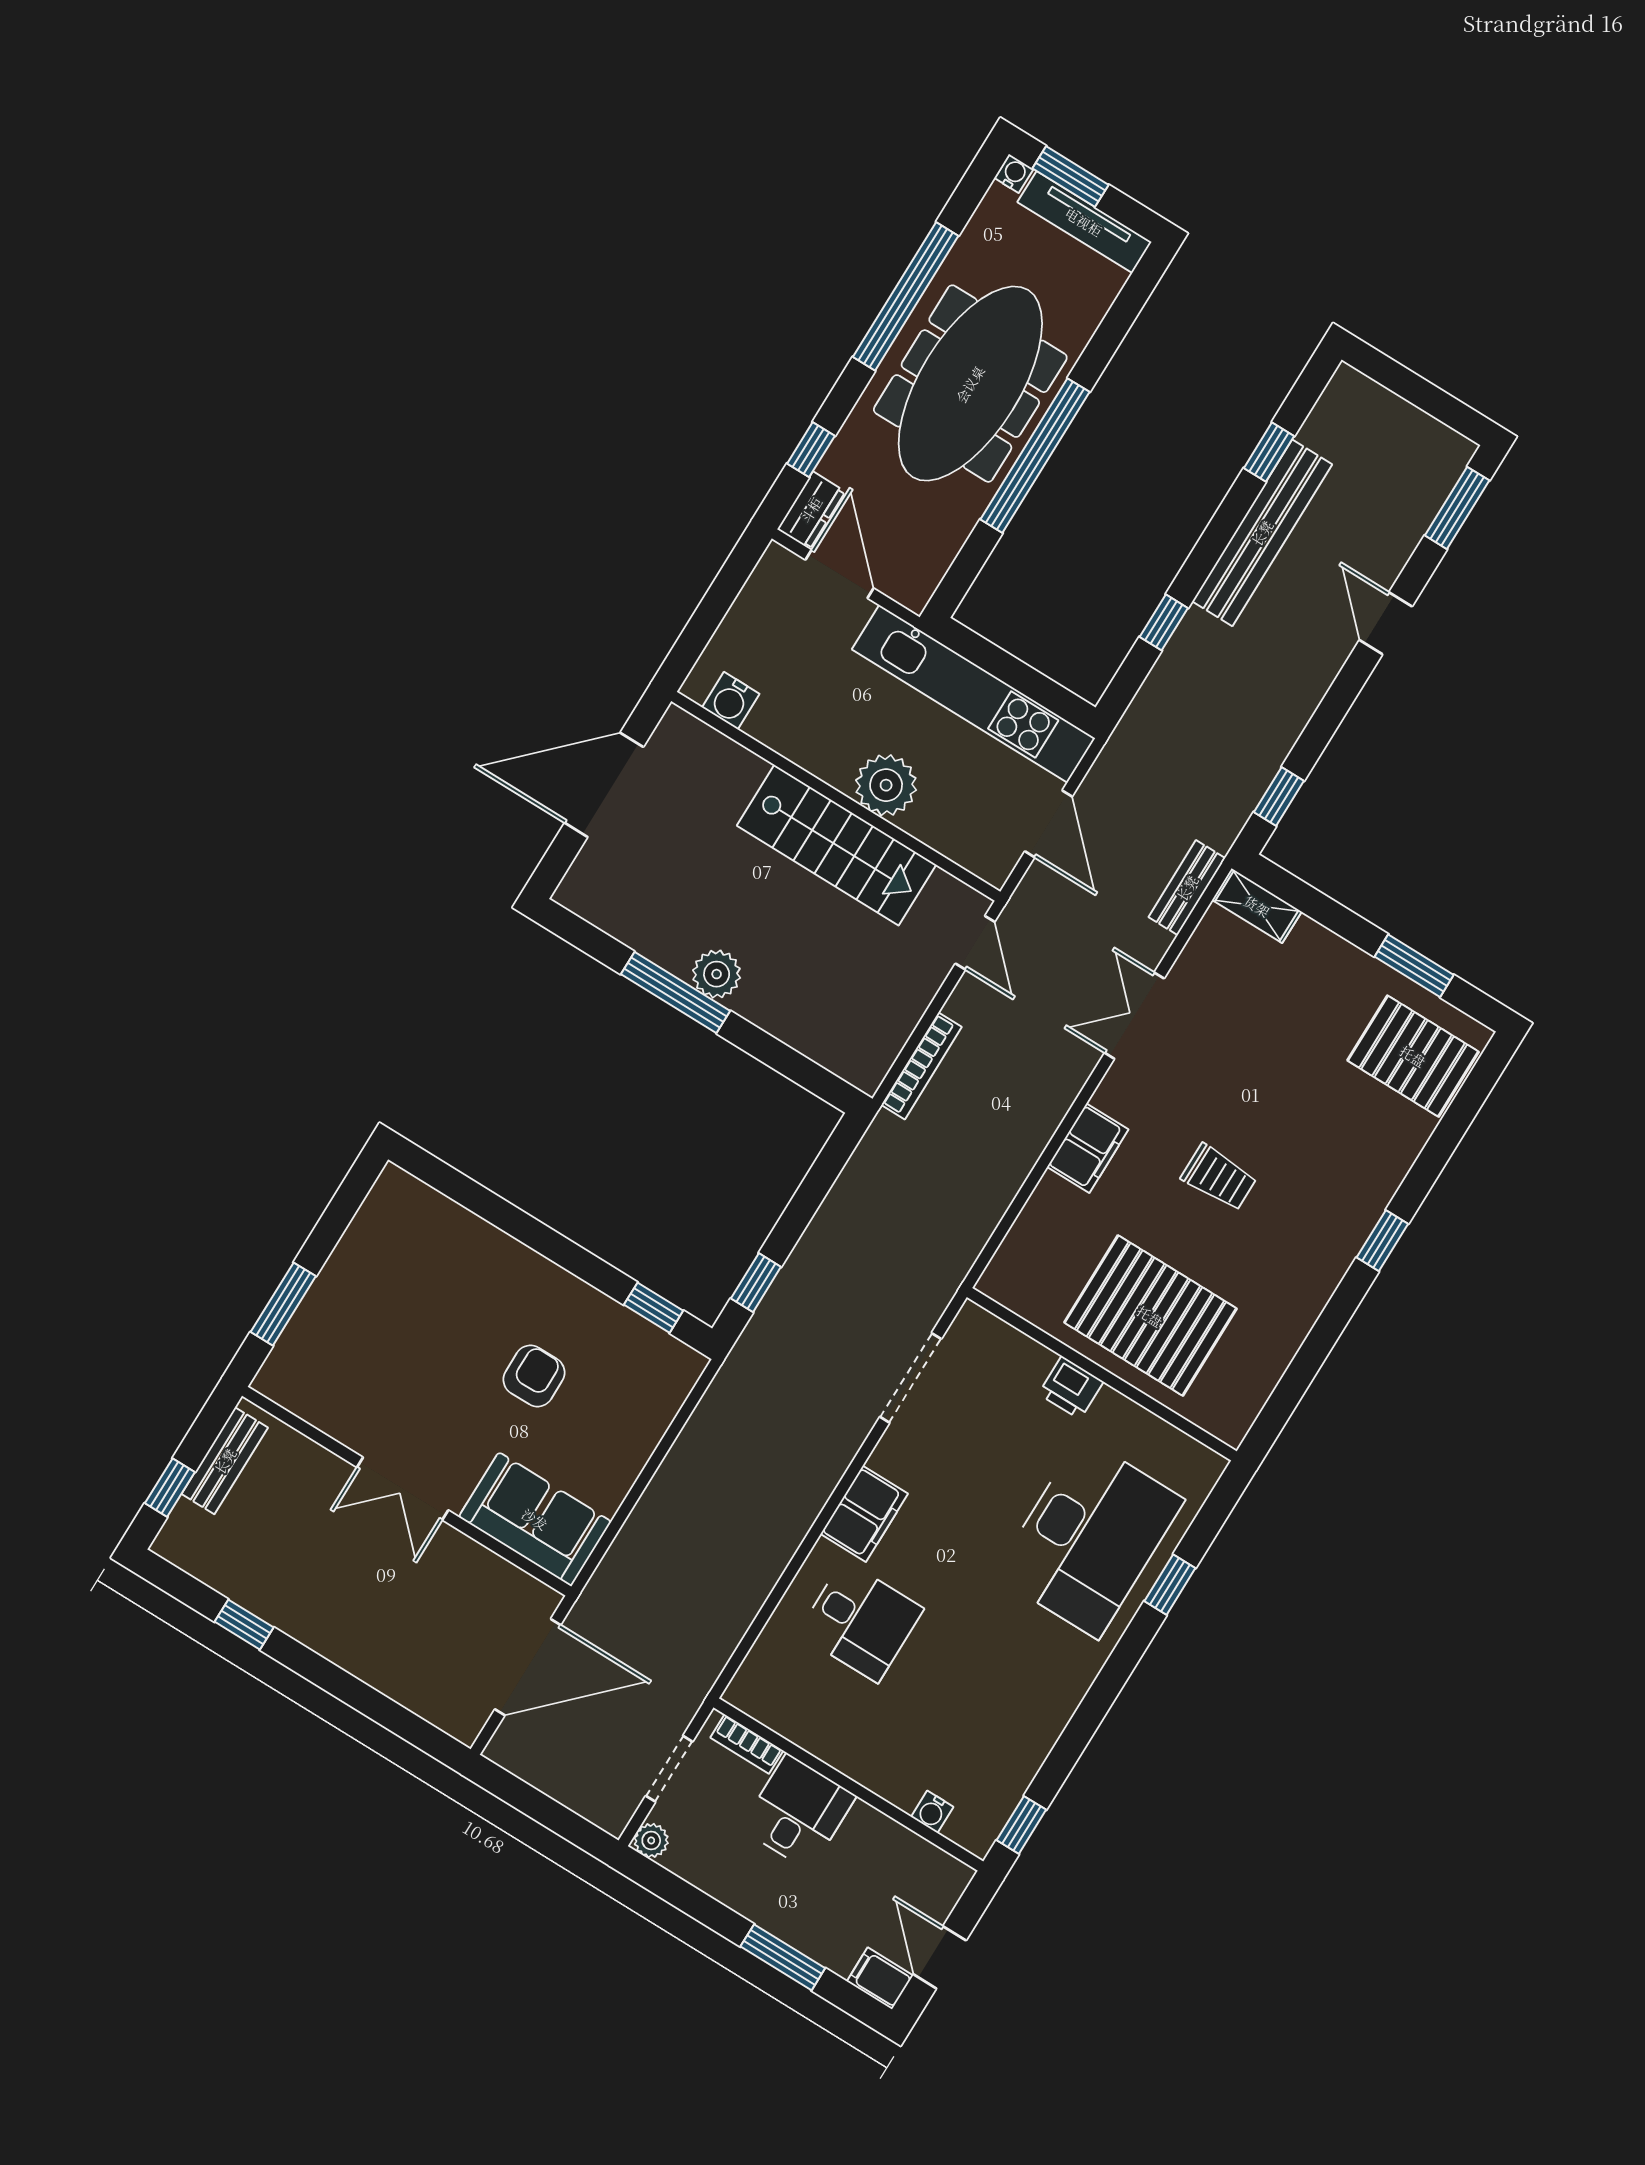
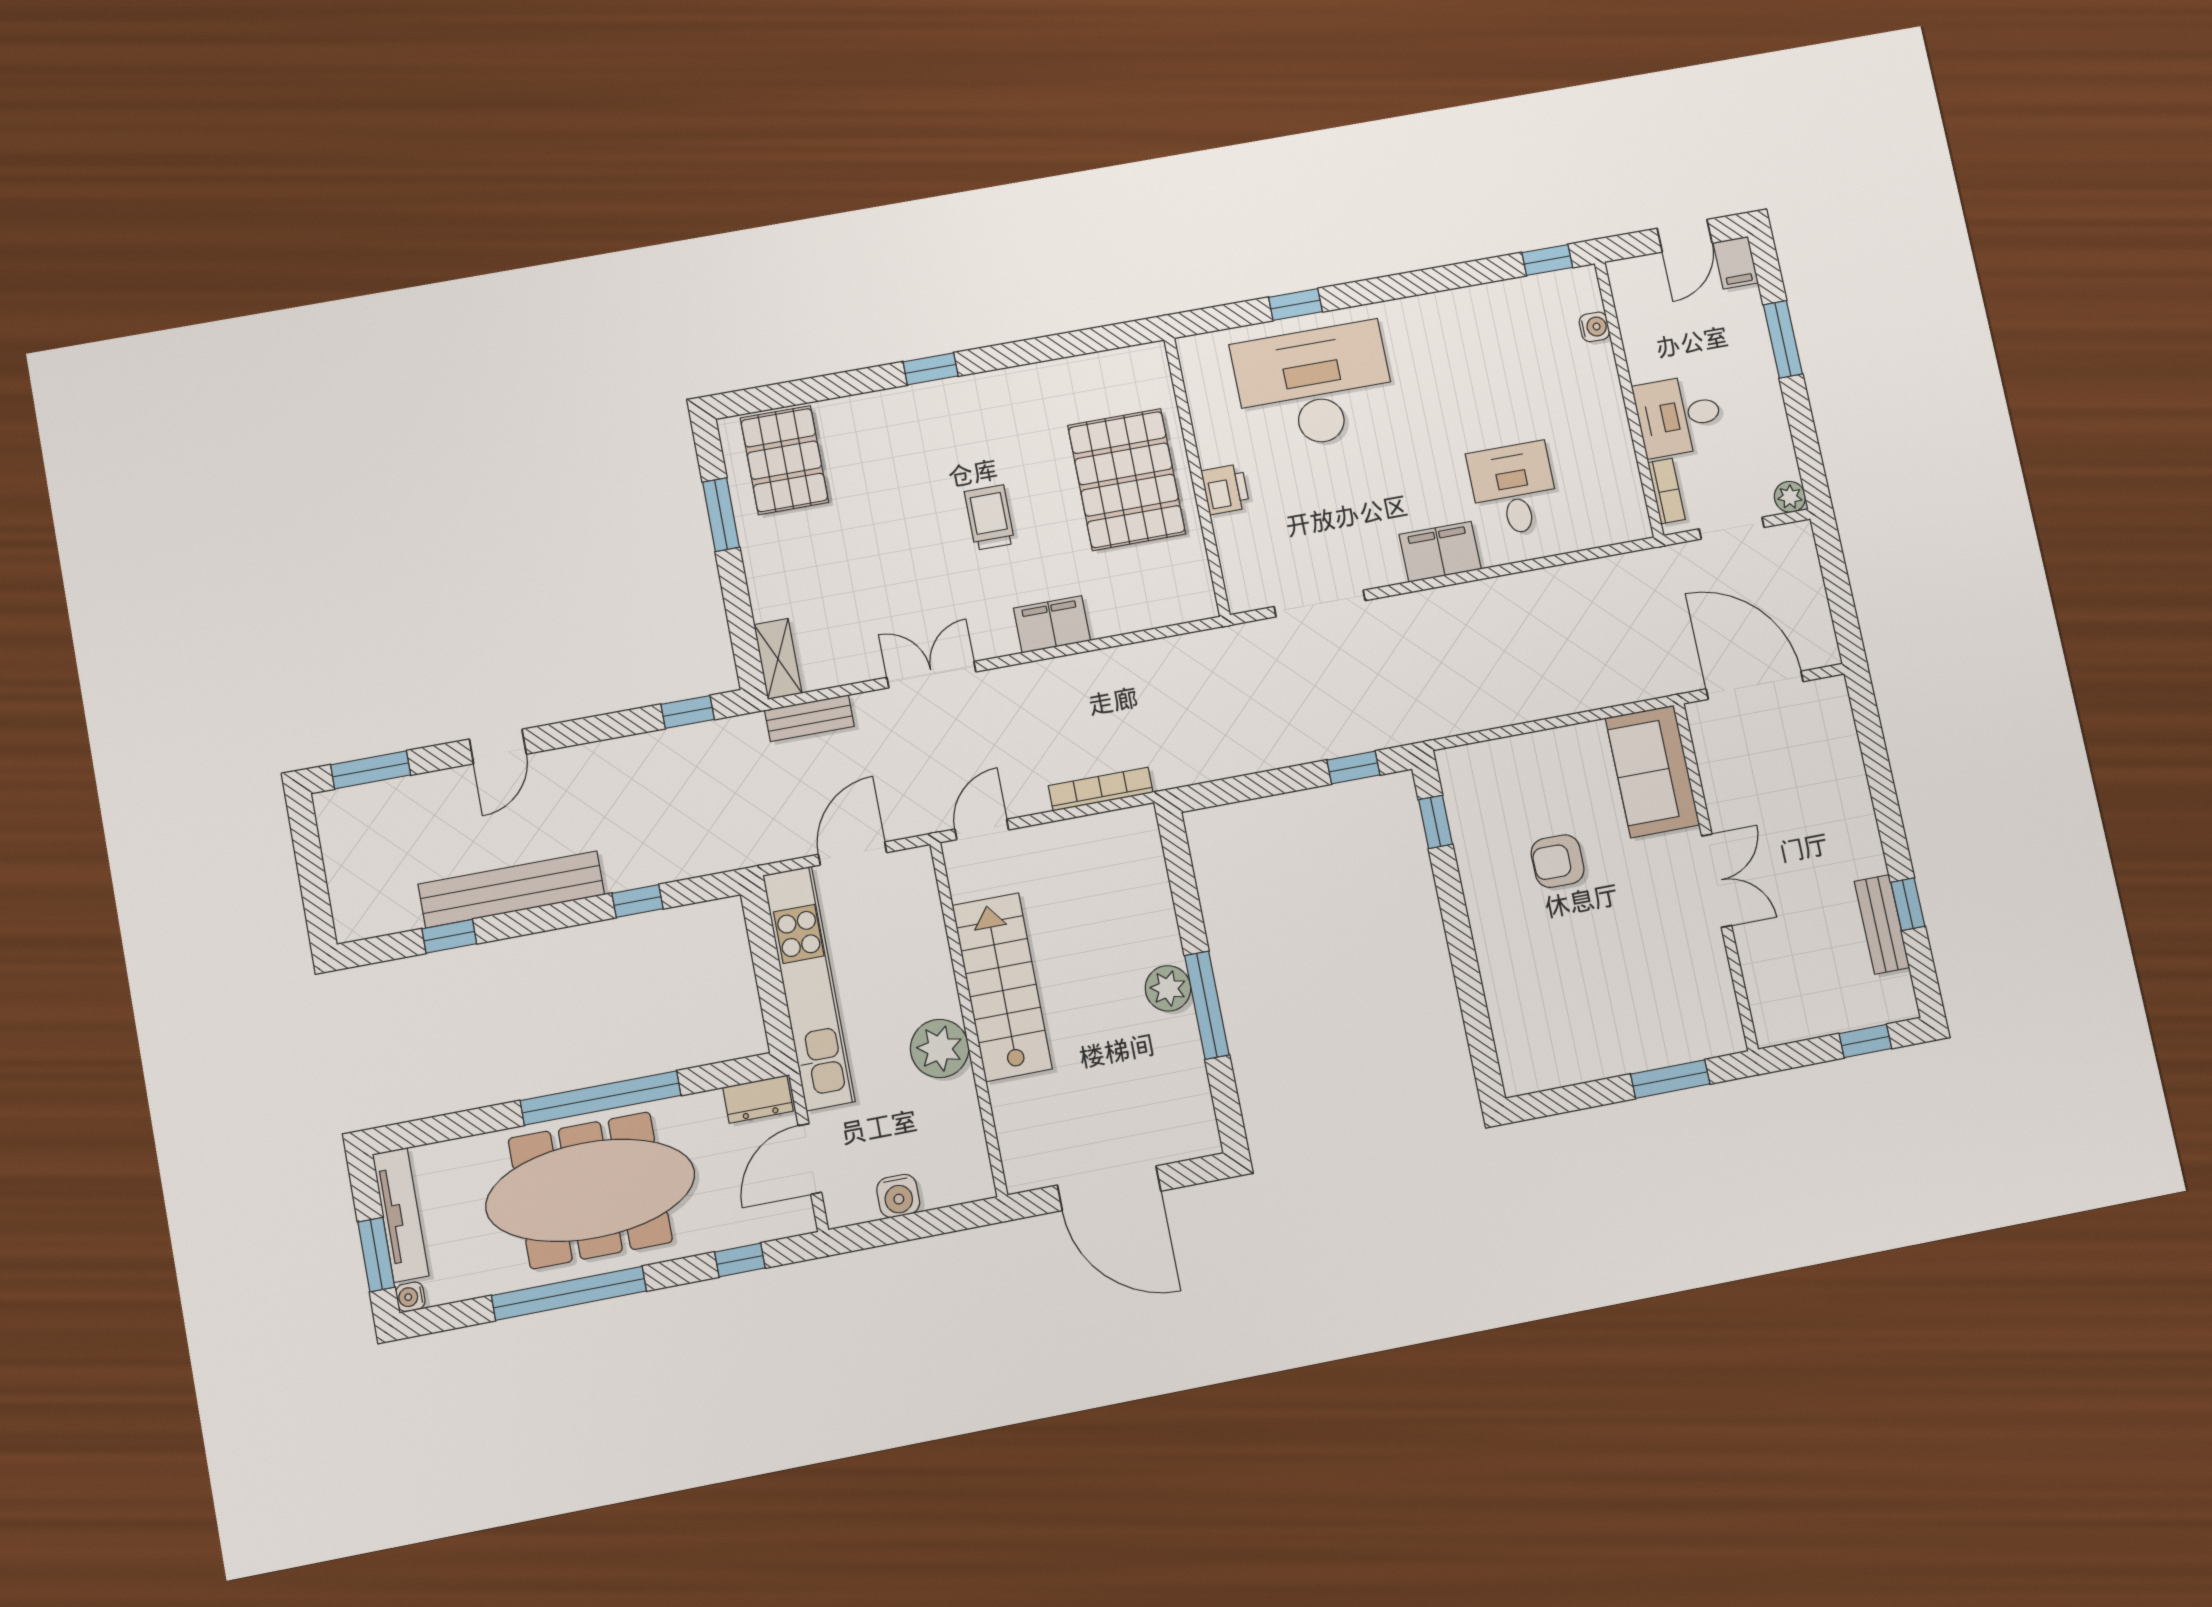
dresser: (811, 510) -> (758, 1099), moved, turned 180
water cooler: (731, 701) -> (898, 1196), moved, turned 90
plant: (886, 785) -> (940, 1048), moved
double door: (1134, 1016) -> (931, 675), swing flipped
bench: (225, 1461) -> (1882, 924), moved, turned 90

